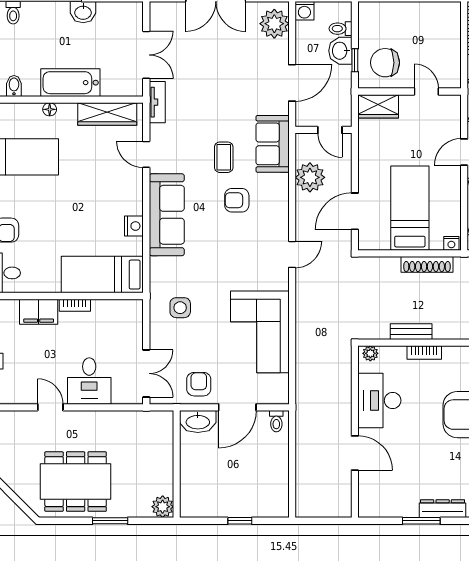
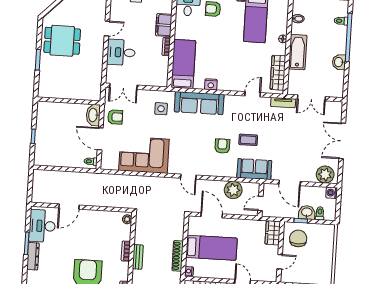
sofa: (167, 215) -> (199, 103), moved
bench: (411, 332) -> (138, 257), moved
desk: (379, 400) -> (42, 226), moved, turned -90
dining table: (76, 482) -> (62, 41), width x0.73
plant: (163, 507) -> (44, 91), removed

